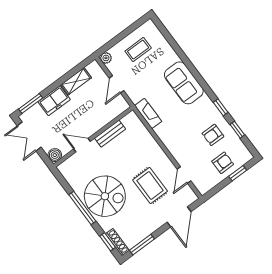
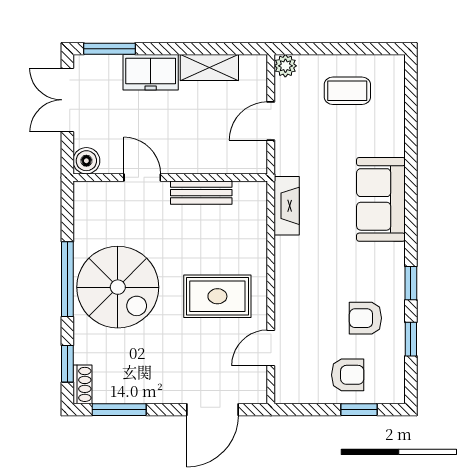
rug: (150, 185) -> (217, 296), moved, turned 90
shoe rack: (117, 242) -> (83, 384), width x0.70

